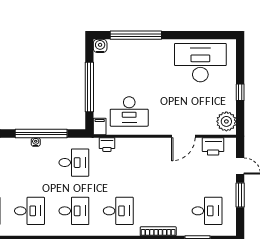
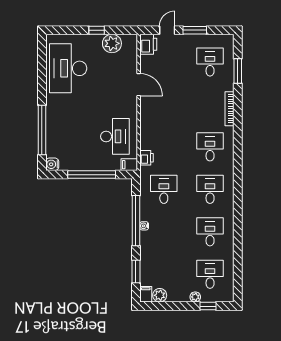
plant: (226, 121) -> (112, 43), moved
printer: (213, 146) -> (148, 44), moved

